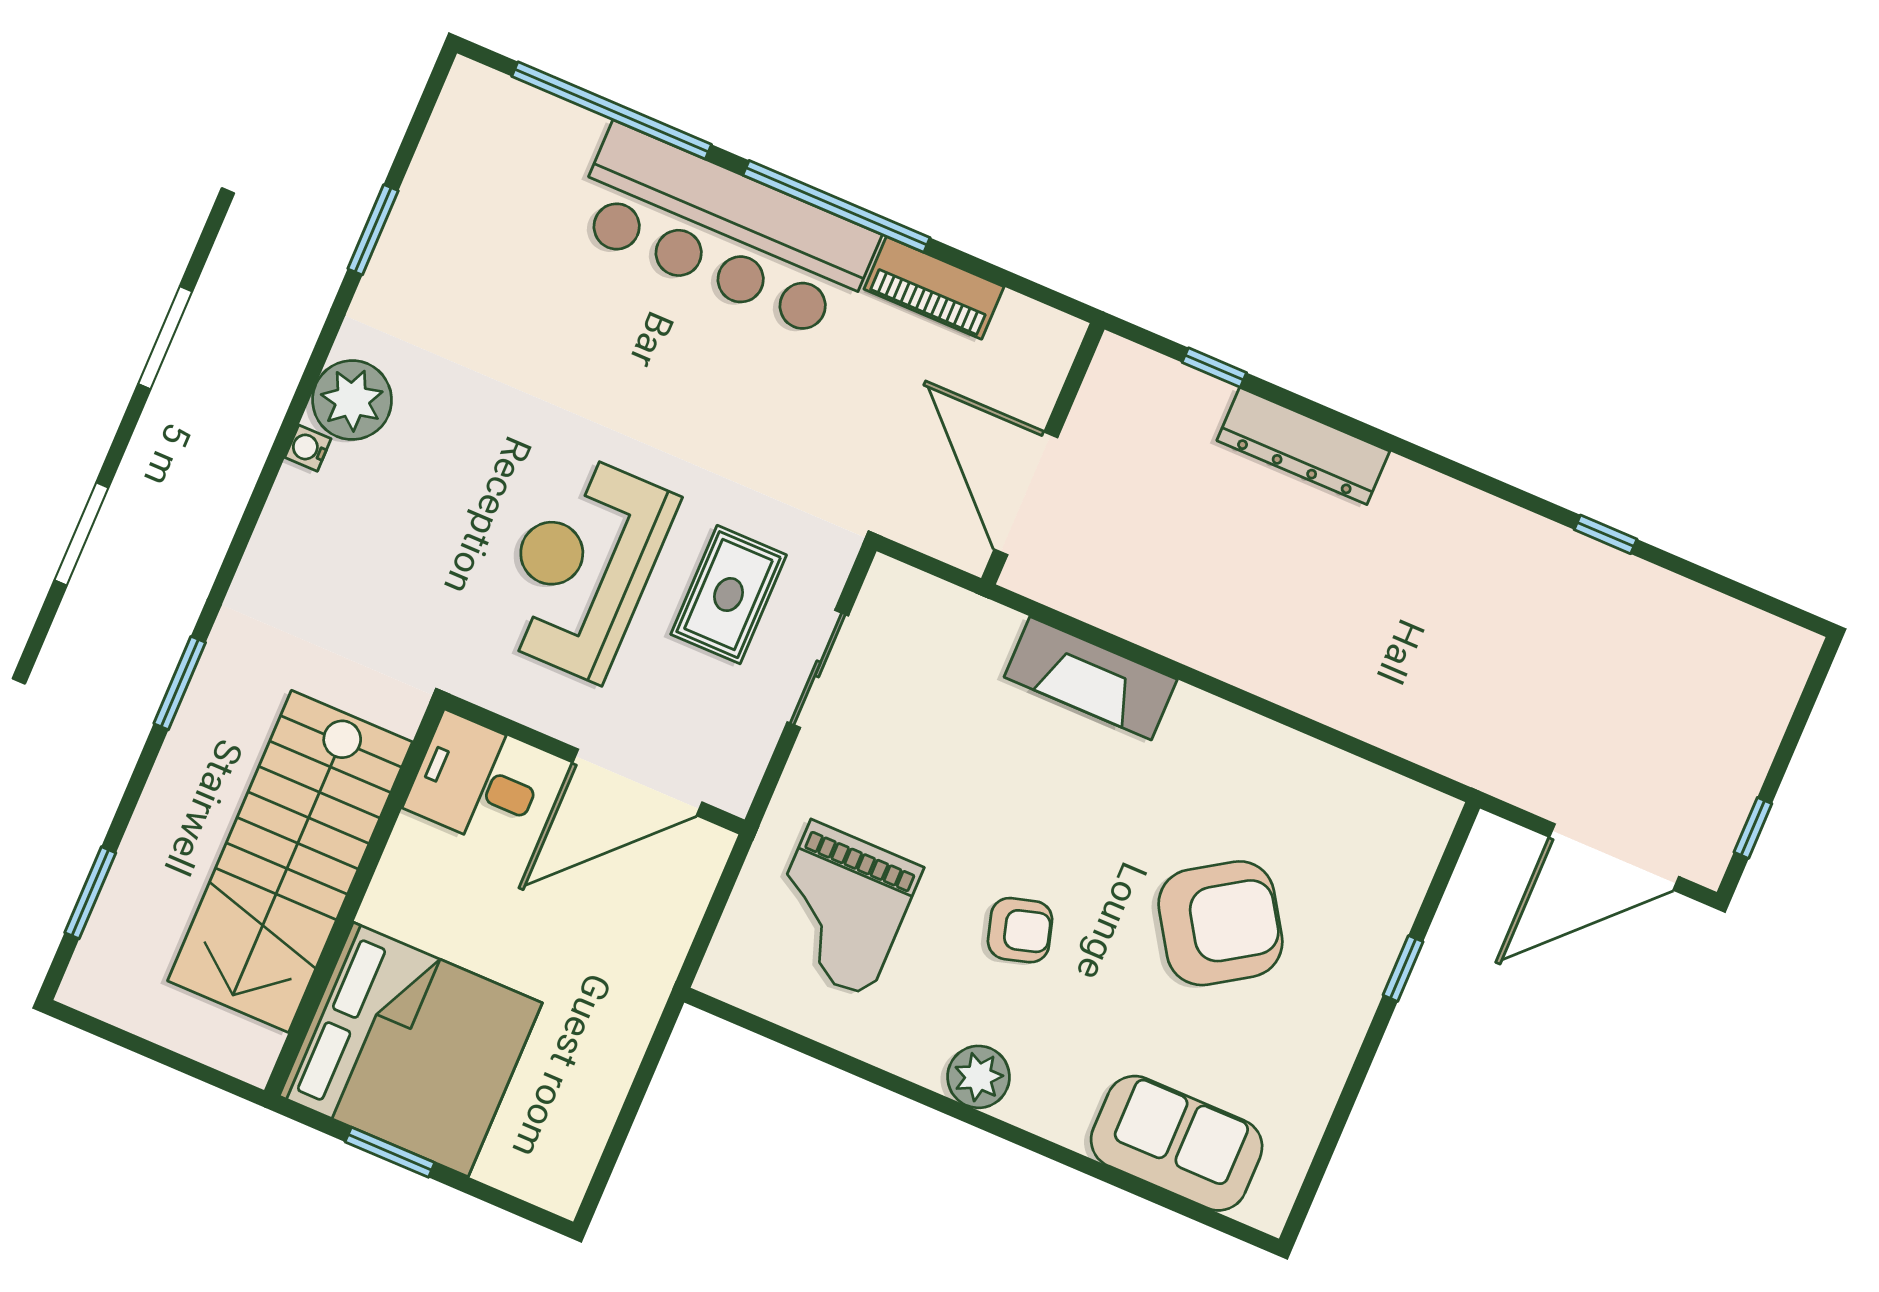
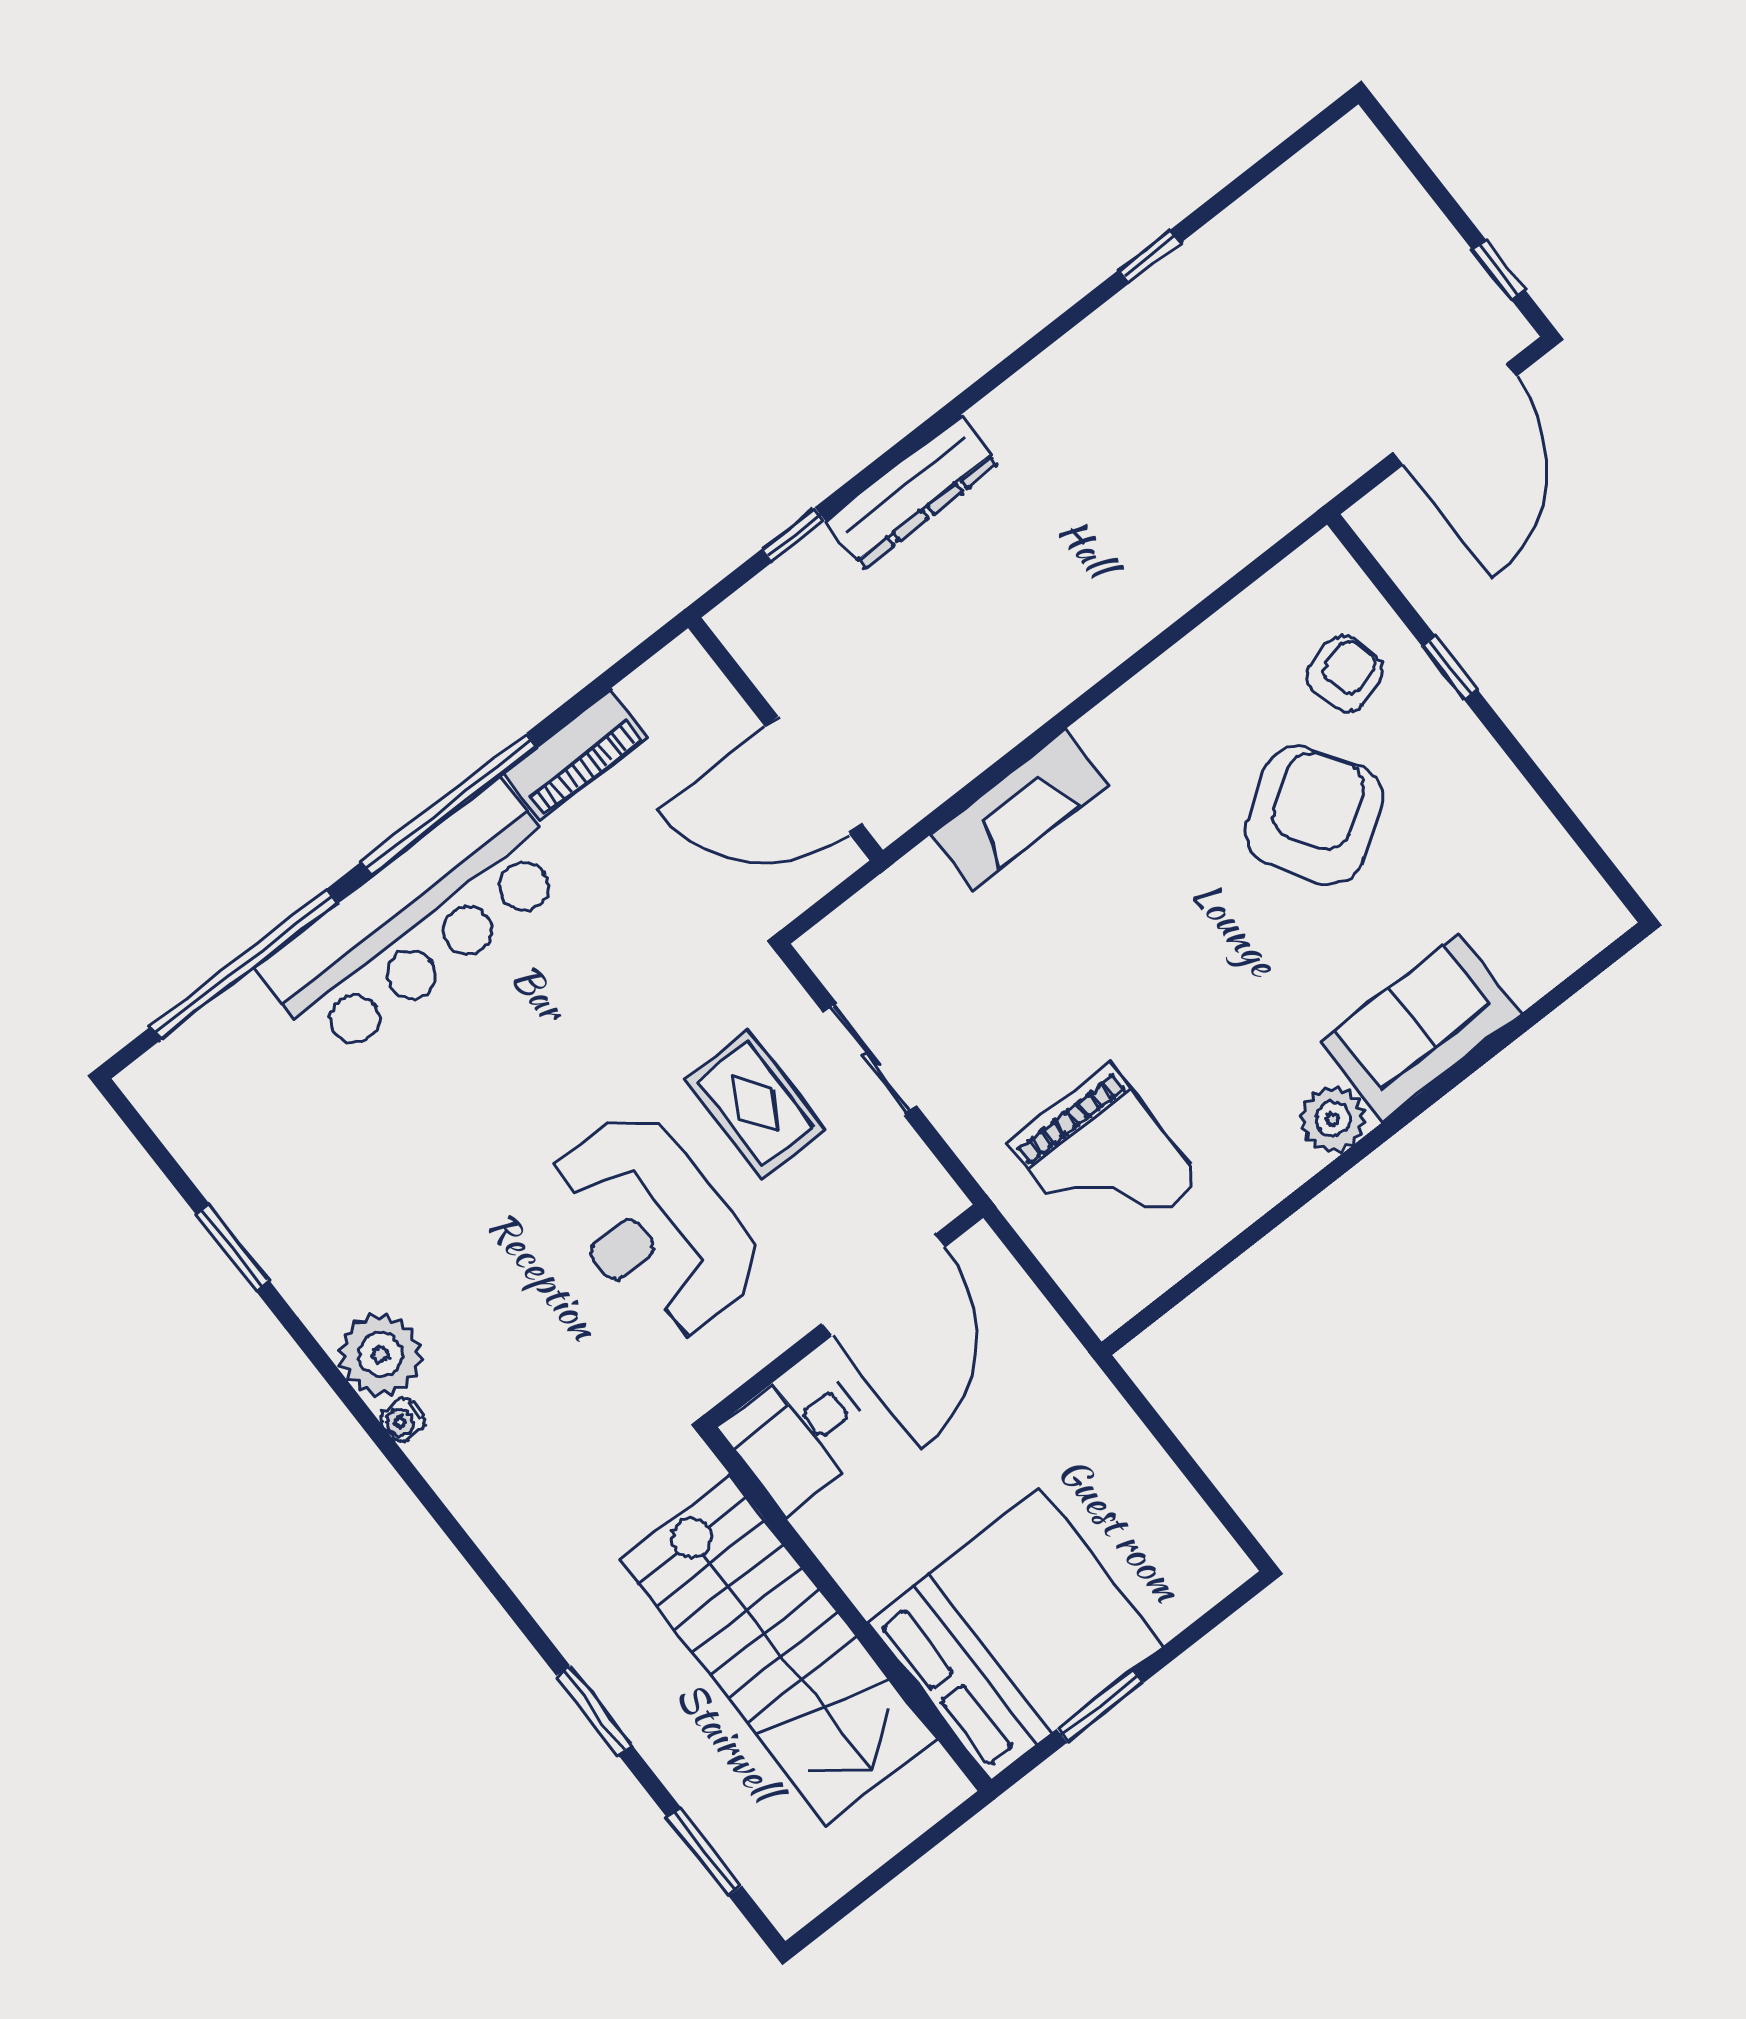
window: (180, 683) -> (594, 1710), moved
armchair: (1020, 930) -> (1345, 674), moved
sofa: (1177, 1143) -> (1420, 1028), moved

